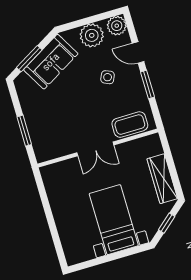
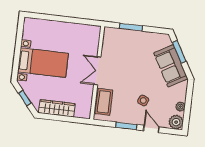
plant: (92, 35) -> (180, 107), width x0.53, depth x0.53
door: (138, 52) -> (151, 129), hinge flipped

